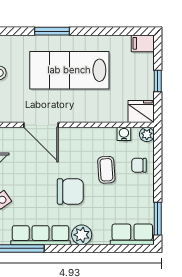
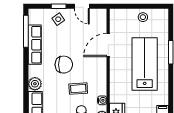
chair: (70, 191) -> (64, 65), turned -90
plant: (82, 235) -> (35, 84), moved

